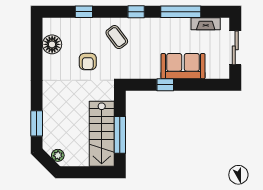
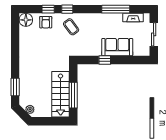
window: (136, 12) -> (67, 9), moved
floor lamp: (52, 44) -> (26, 20), moved
armchair: (88, 62) -> (46, 22), moved

